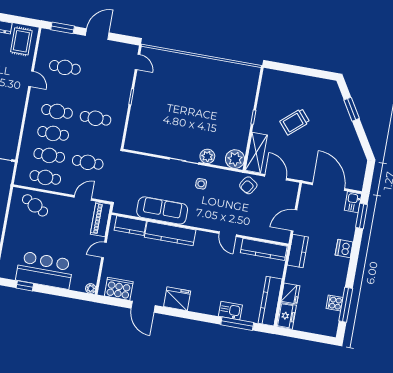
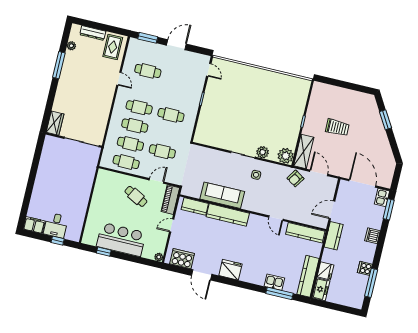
trolley: (295, 122) -> (337, 127), turned -139
cafe table: (35, 205) -> (136, 196), moved
cooker: (335, 303) -> (365, 268), moved

